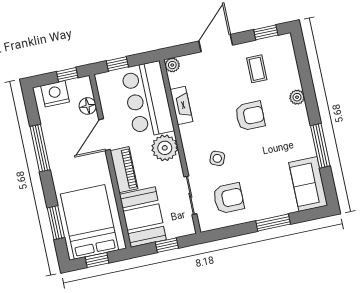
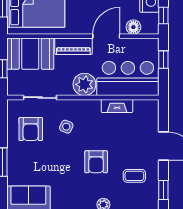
plant: (172, 65) -> (153, 106), removed
door: (104, 135) -> (106, 36), hinge flipped

